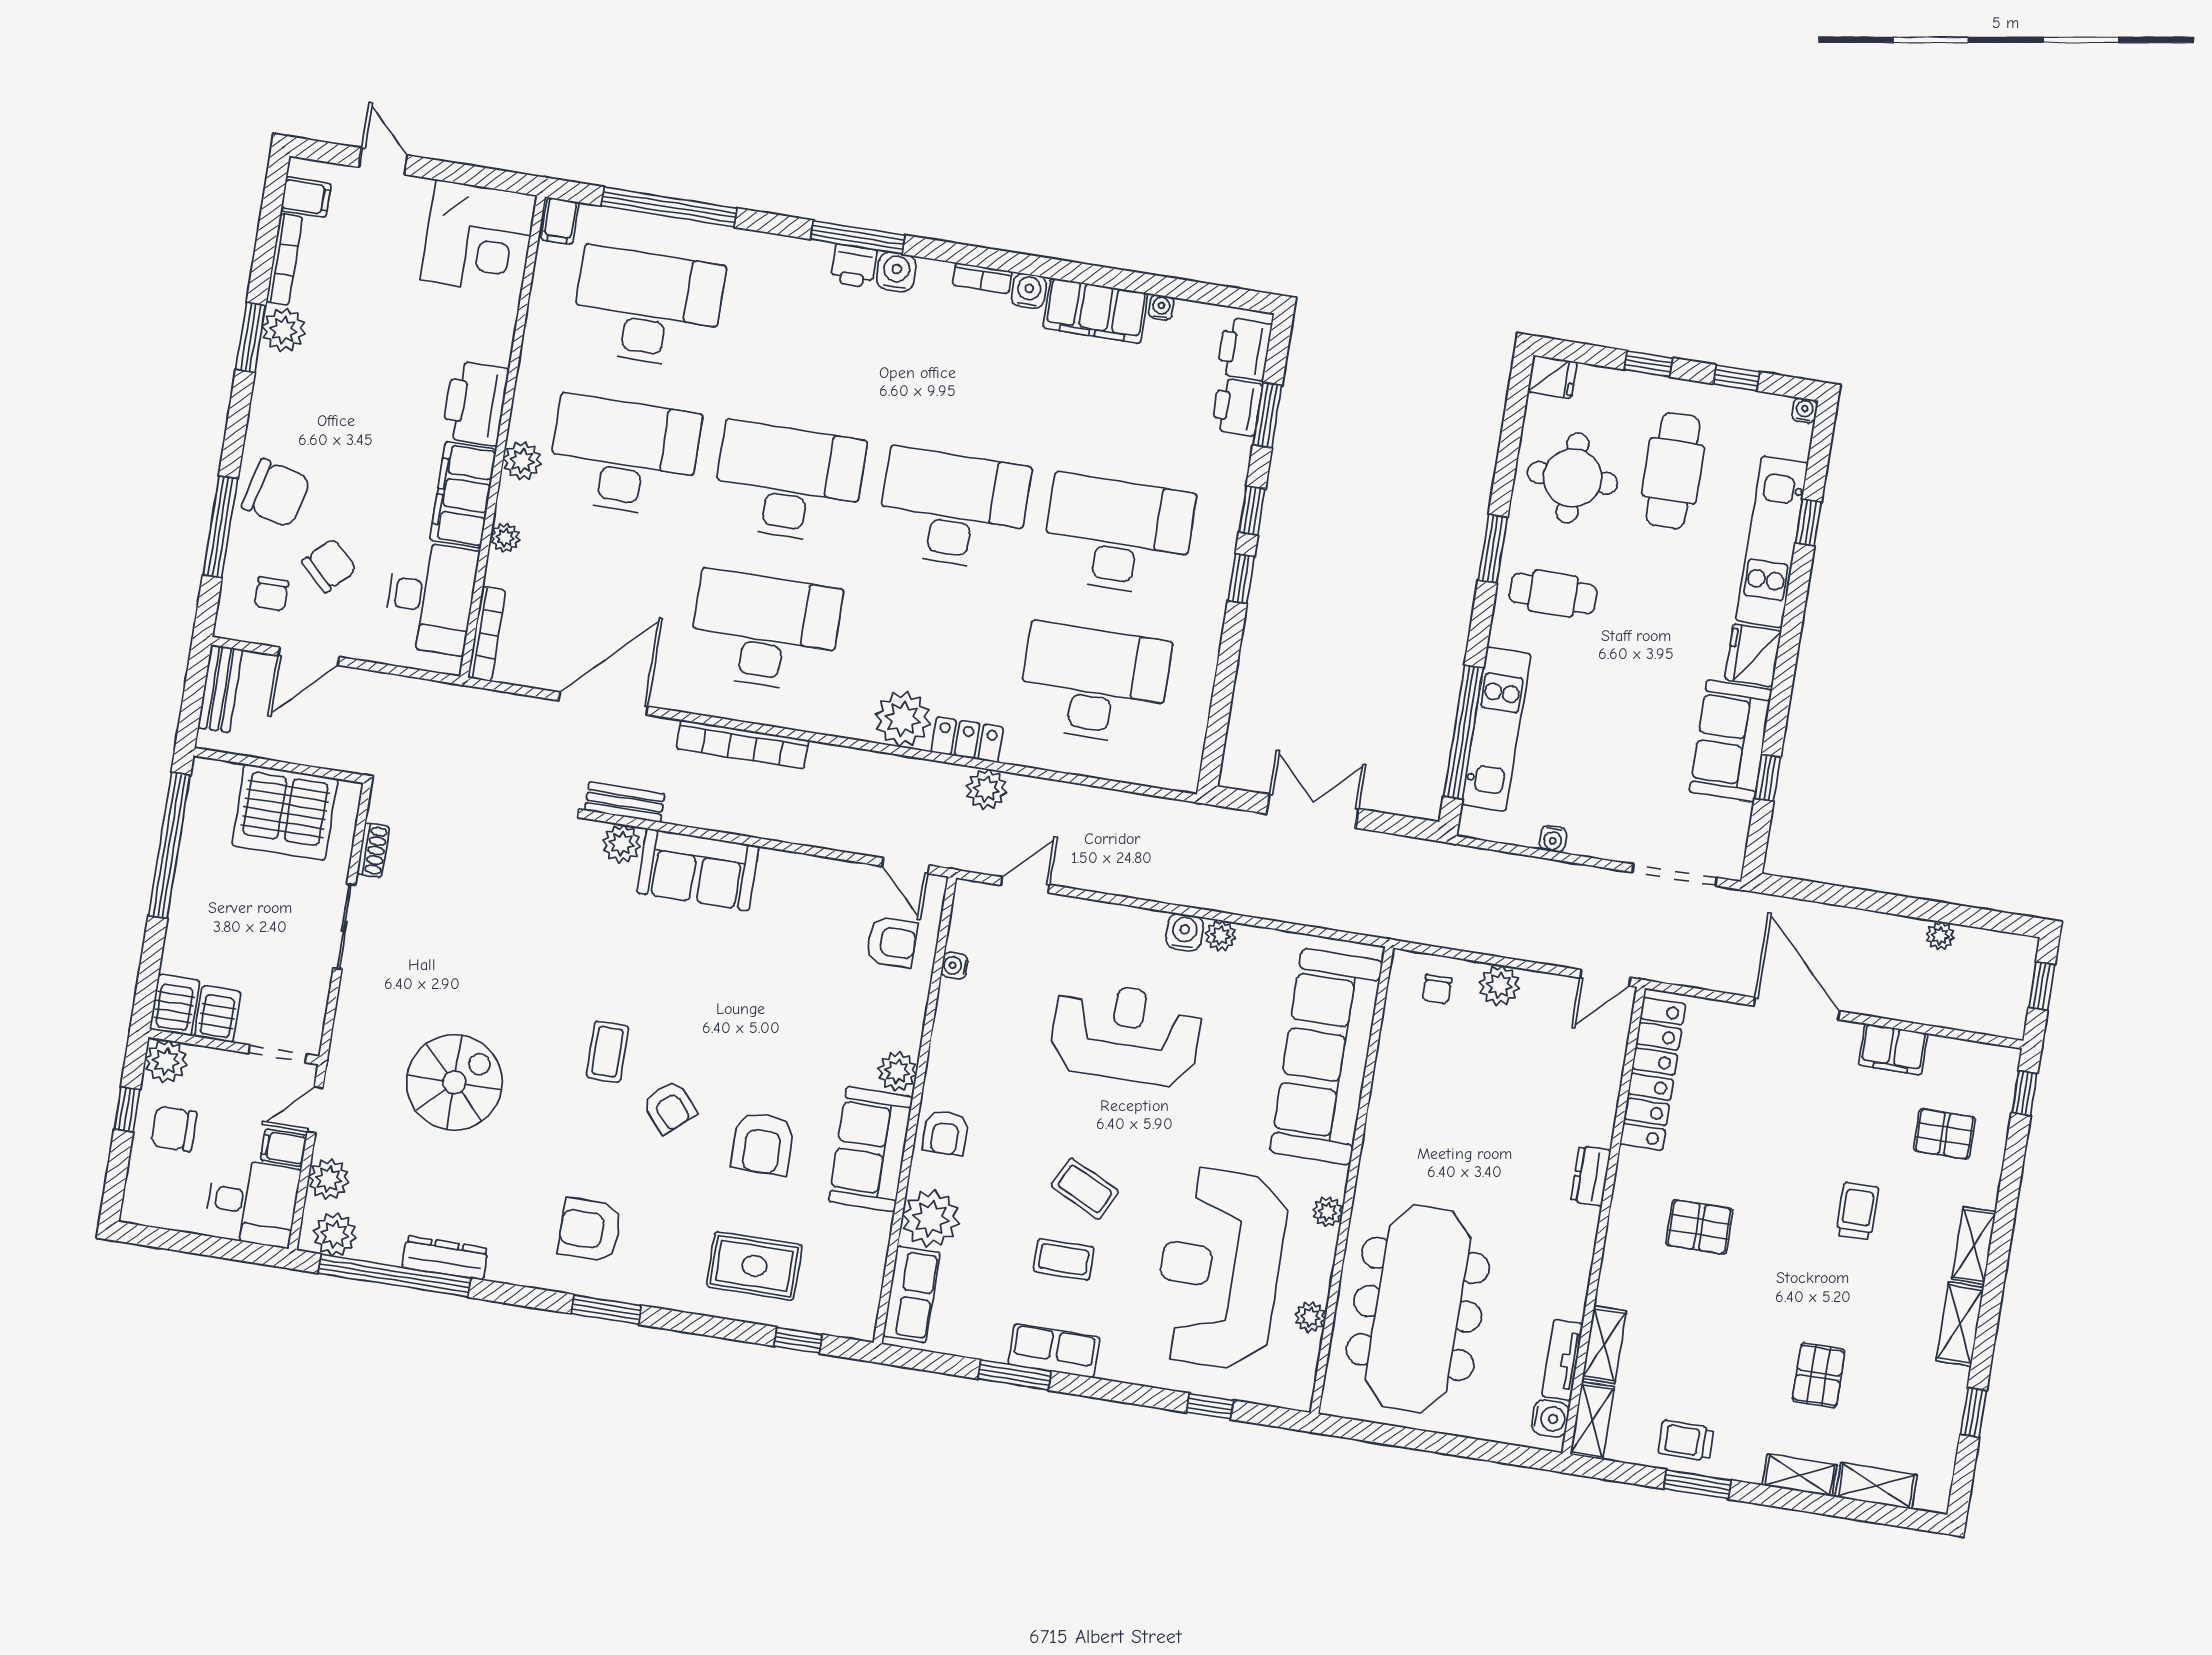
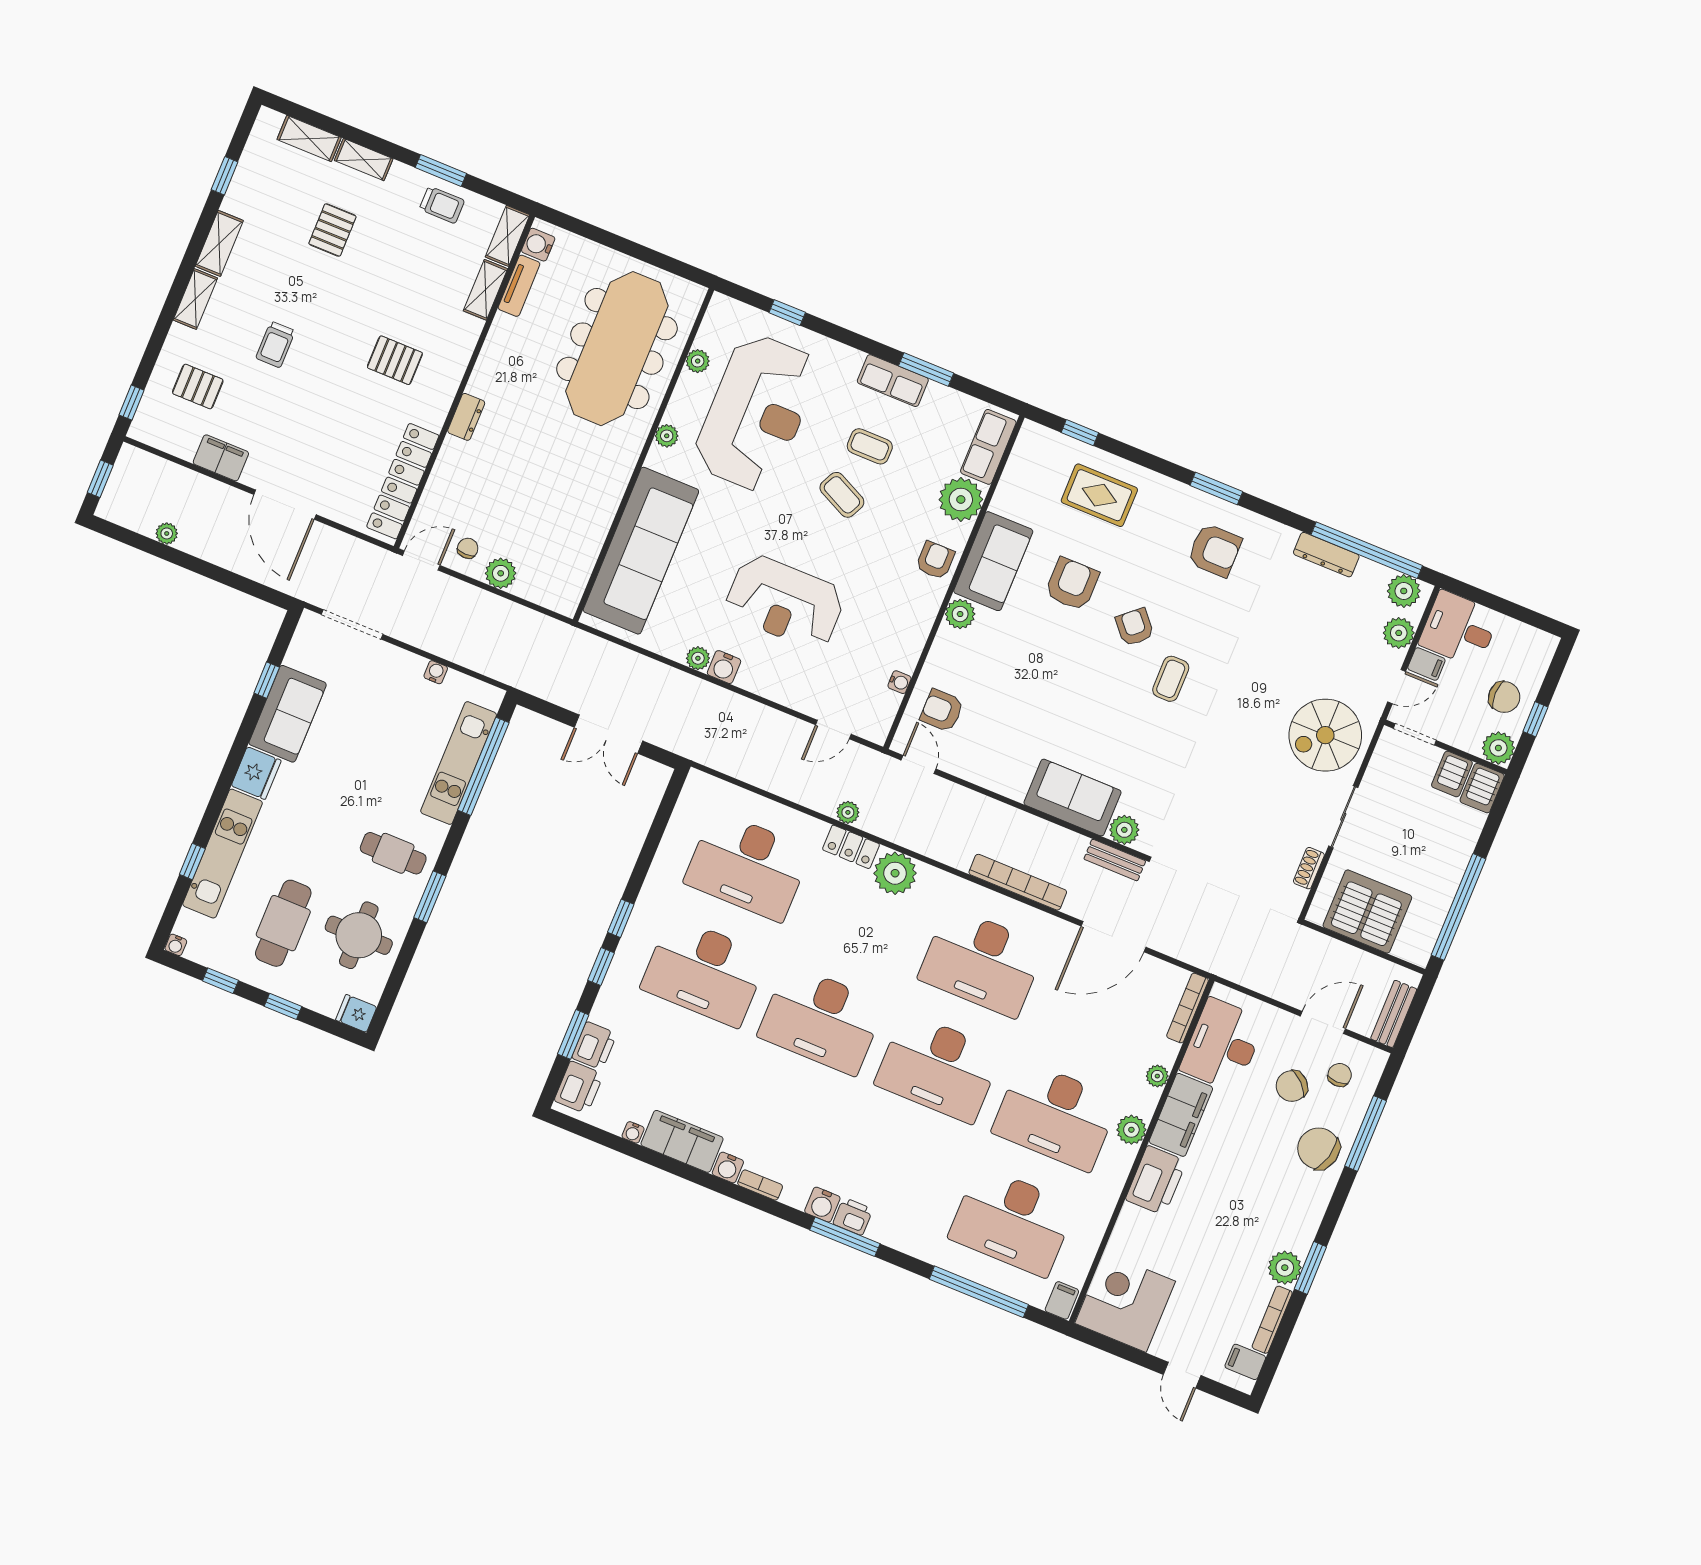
plant: (986, 789) -> (848, 812), width x0.73, depth x0.73
chair: (1437, 989) -> (468, 548), moved
spiral stairs: (454, 1082) -> (1325, 735), moved

